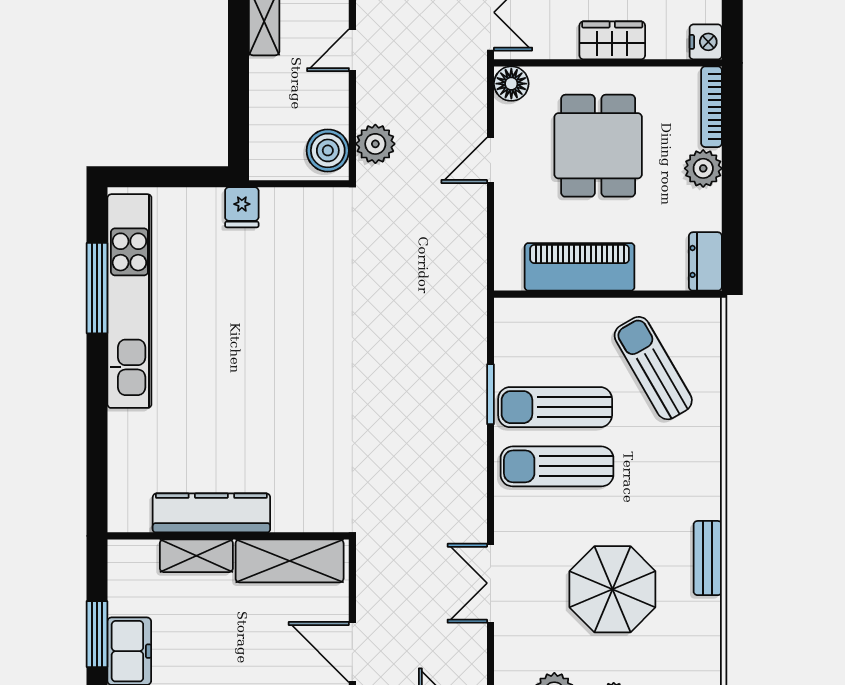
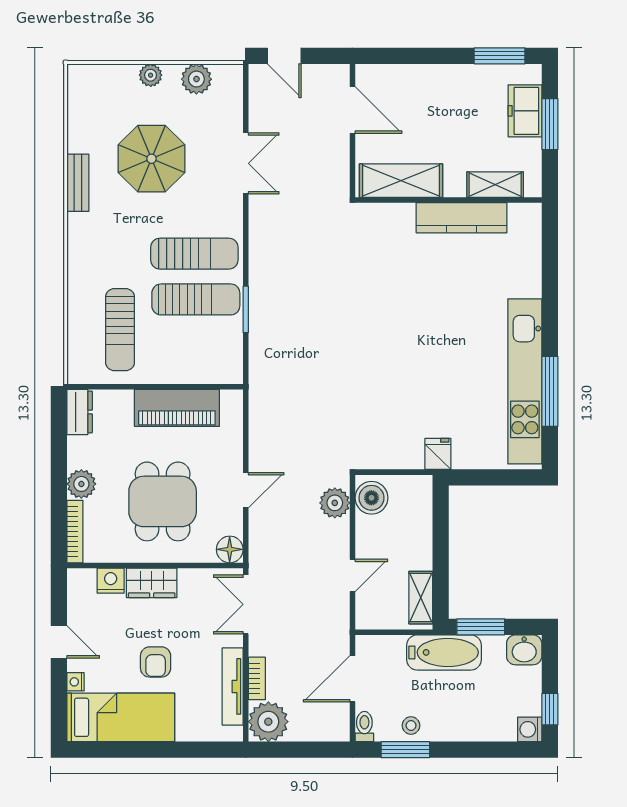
nightstand: (706, 42) -> (111, 581), moved, turned 90
sun lounger: (653, 368) -> (120, 330), turned 30
shelving: (196, 556) -> (495, 185), moved

